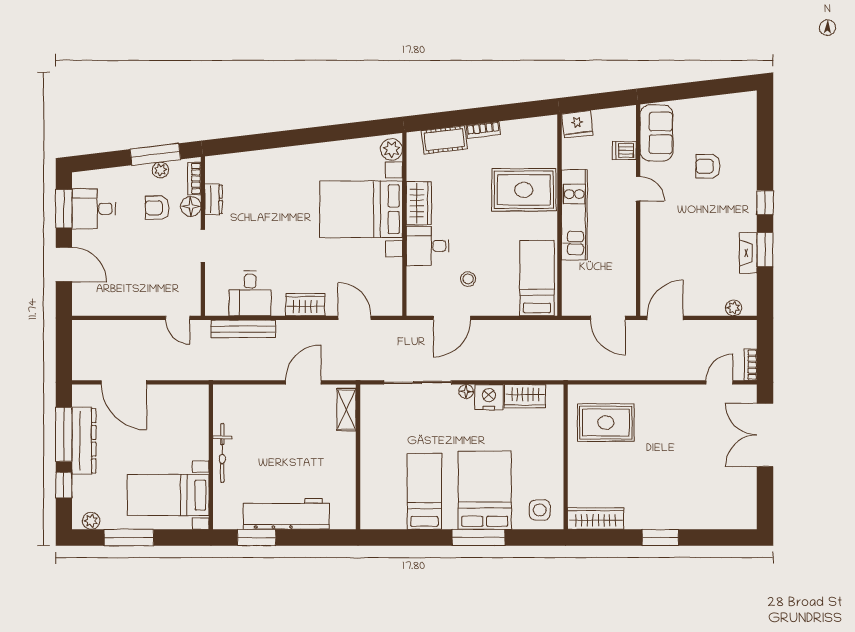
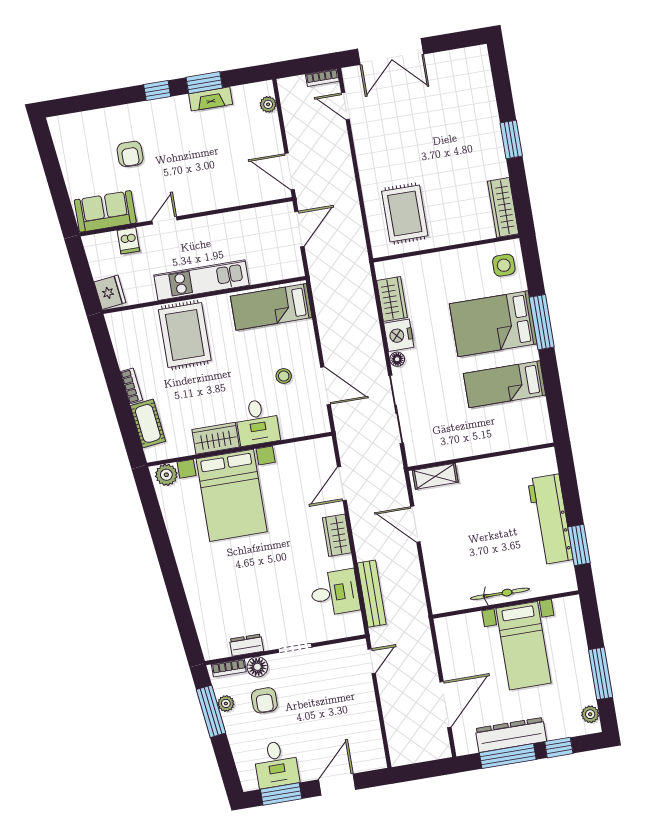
bed with nightstands: (168, 495) -> (523, 646), moved

